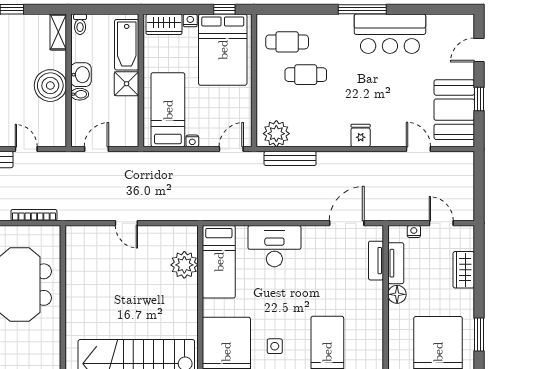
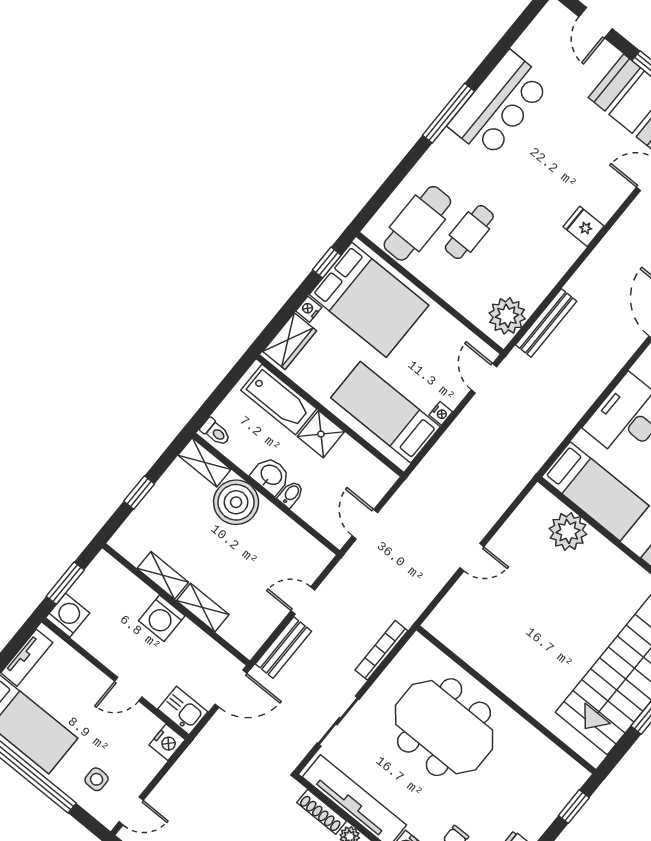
cafe table: (287, 42) -> (417, 223), width x1.37, depth x1.35
boiler: (50, 86) -> (236, 502), moved

